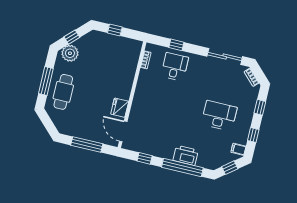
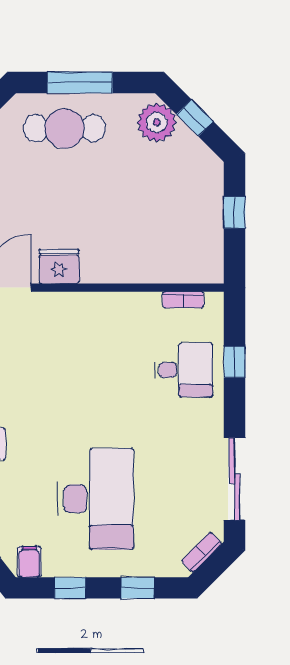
desk: (219, 116) -> (96, 499), width x1.36, depth x1.30

